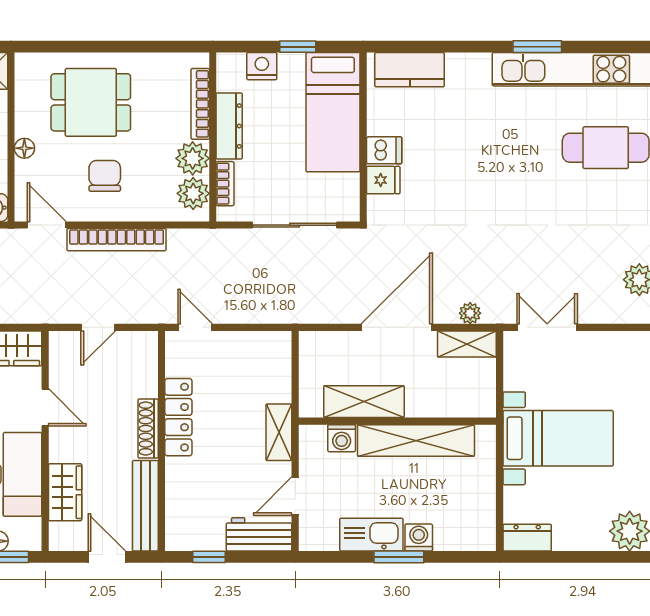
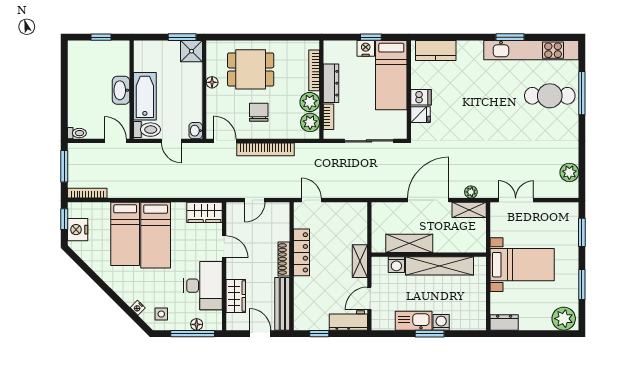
nightstand: (262, 66) -> (366, 48), moved
floor lamp: (24, 148) -> (212, 82), moved

